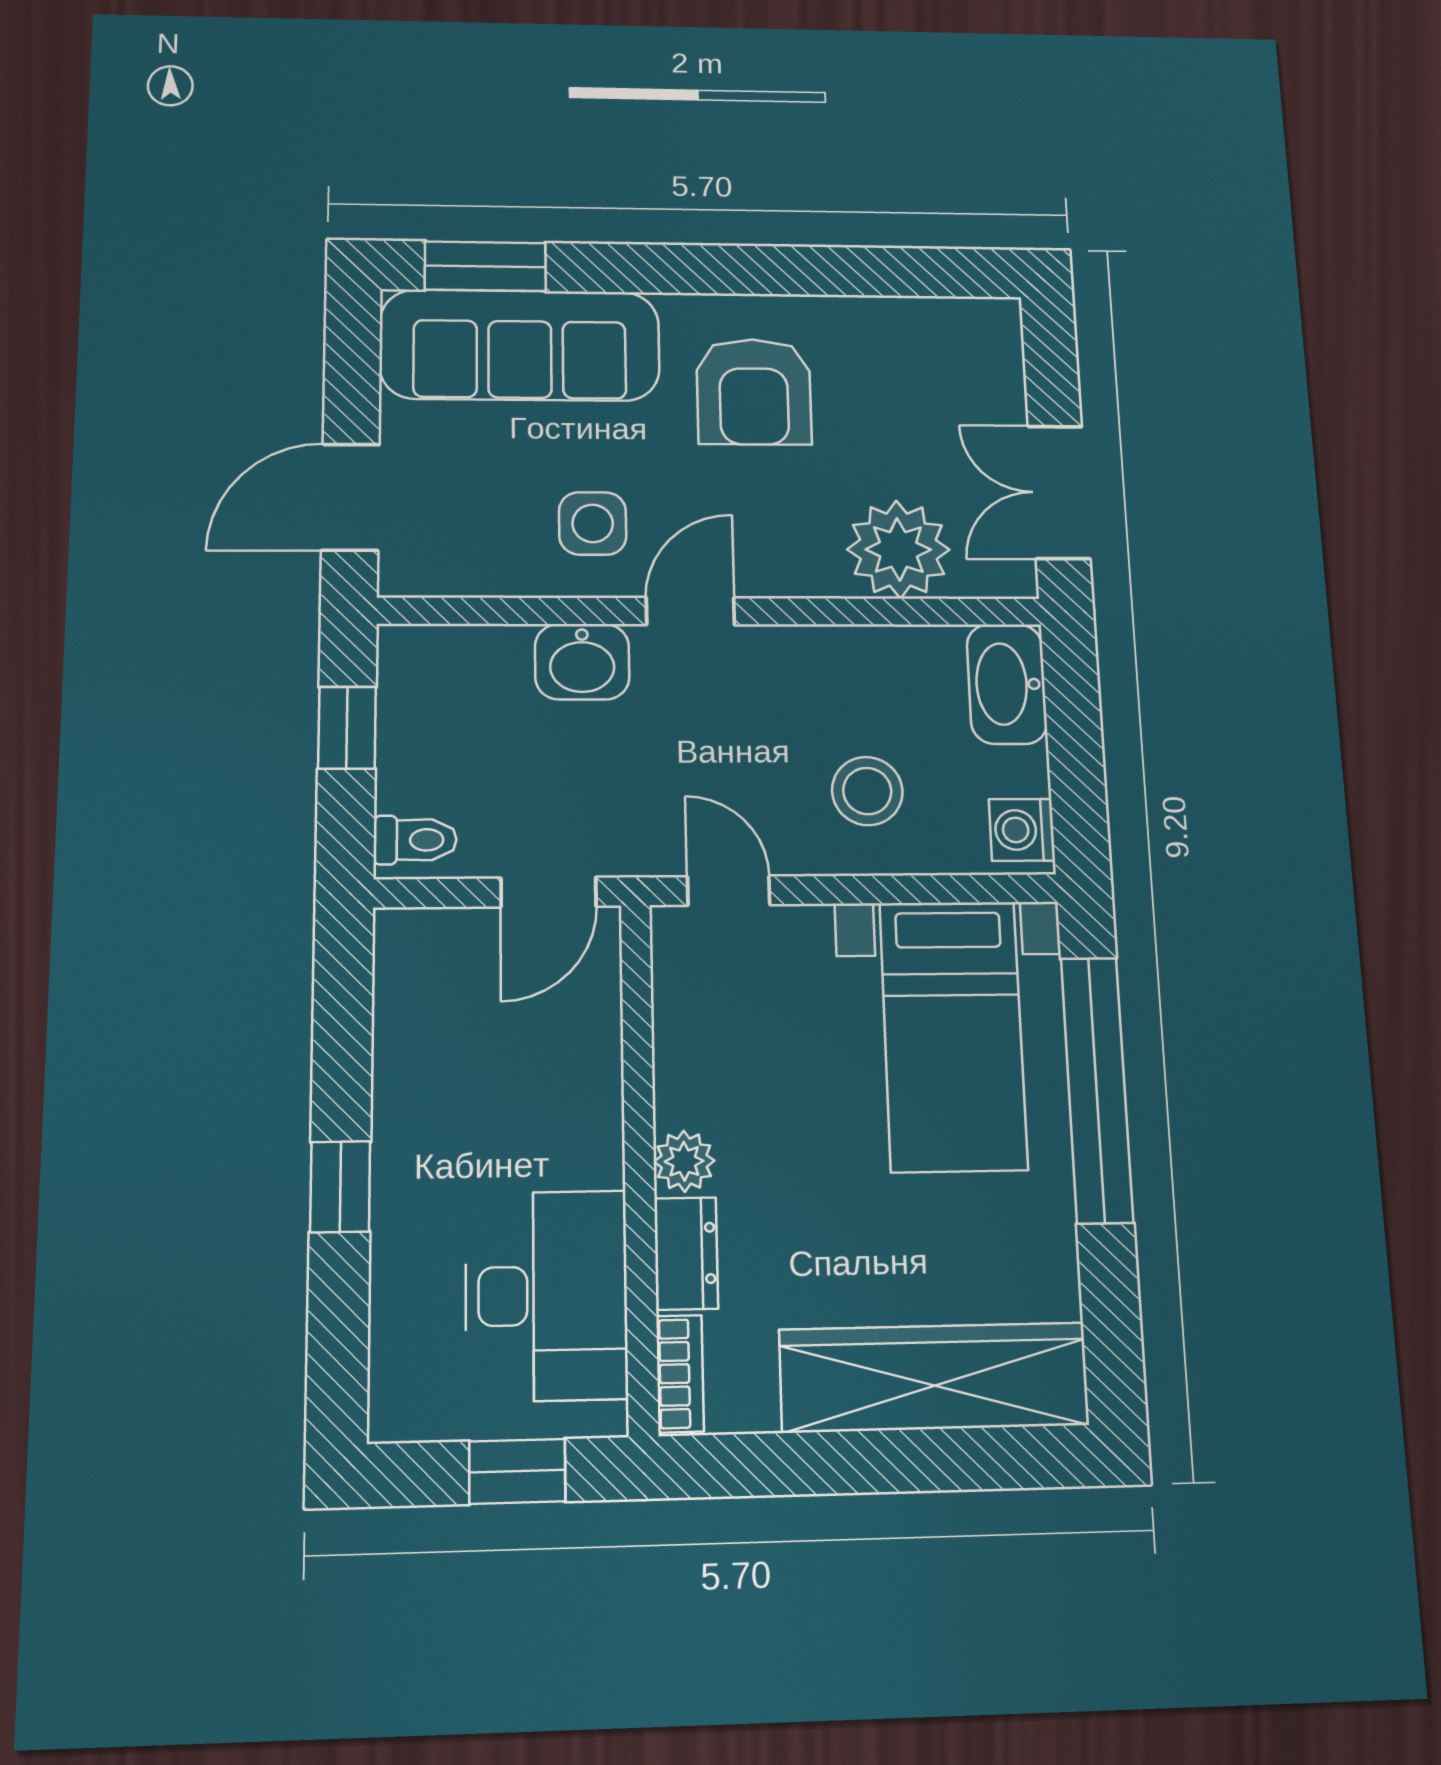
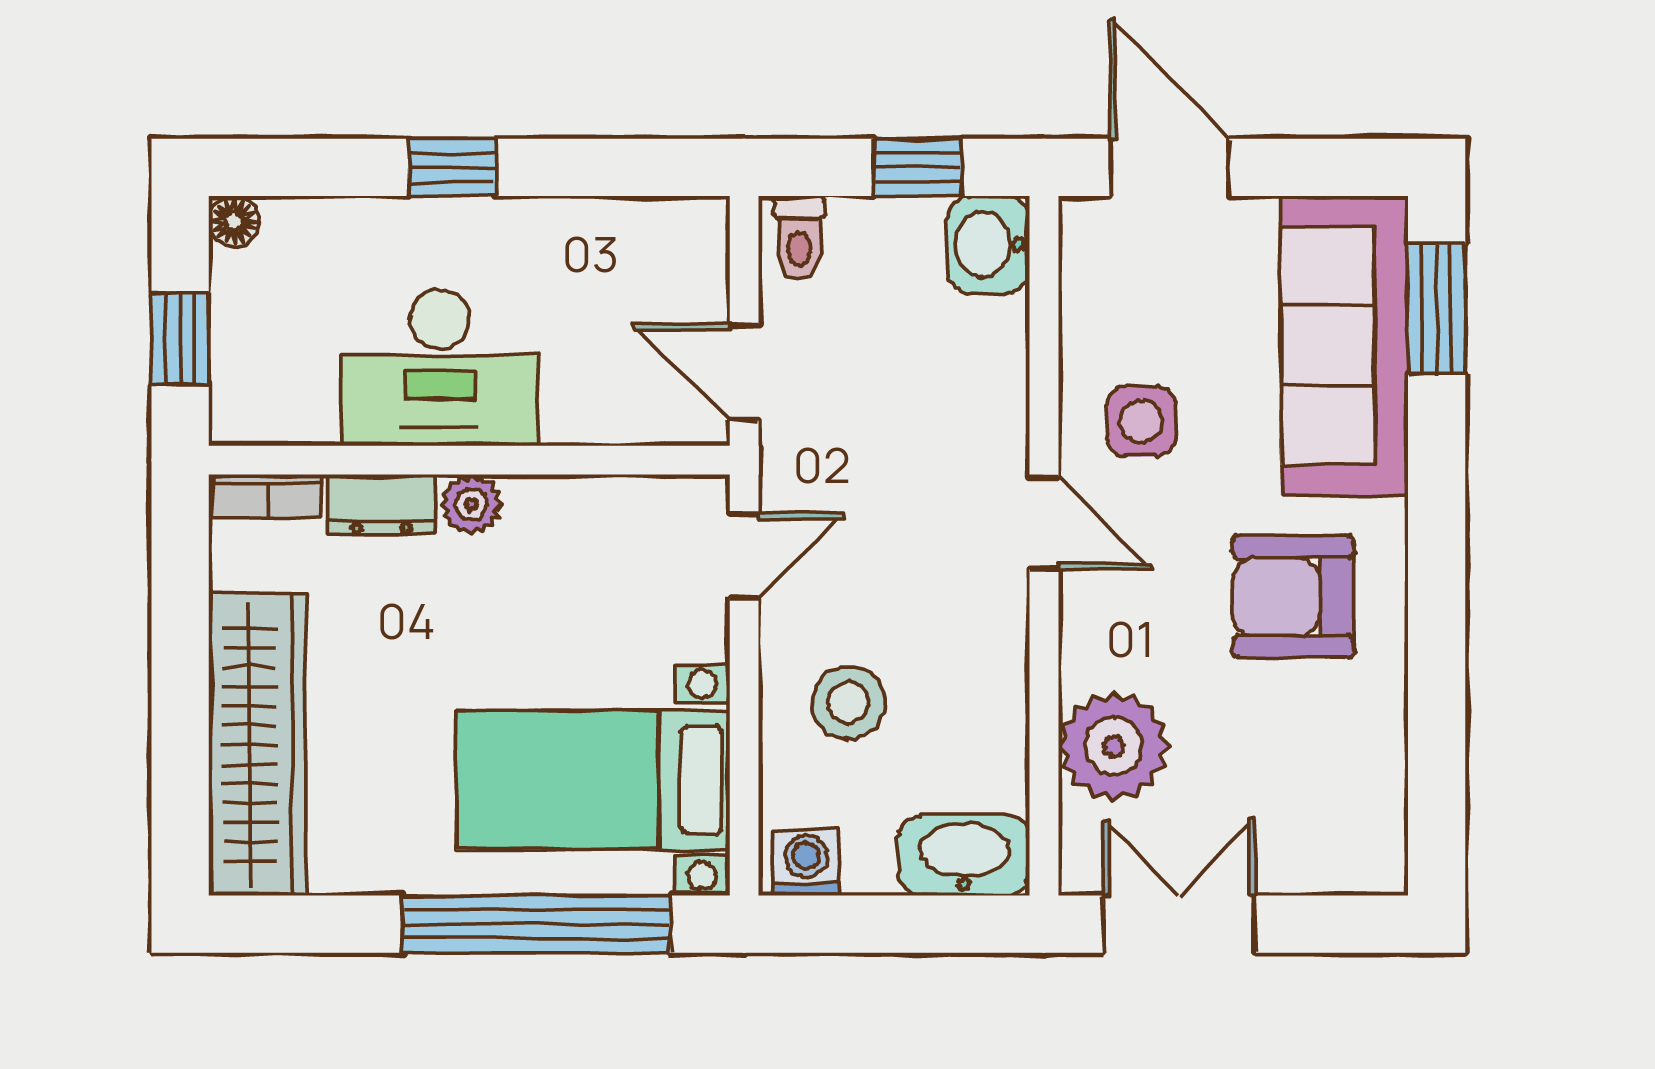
washbasin: (582, 662) -> (989, 245), moved
desk: (546, 1296) -> (440, 368), moved
floor lamp: (394, 1416) -> (234, 221), added

